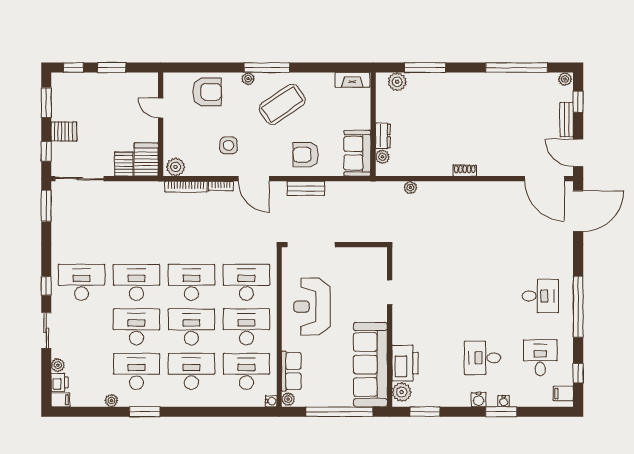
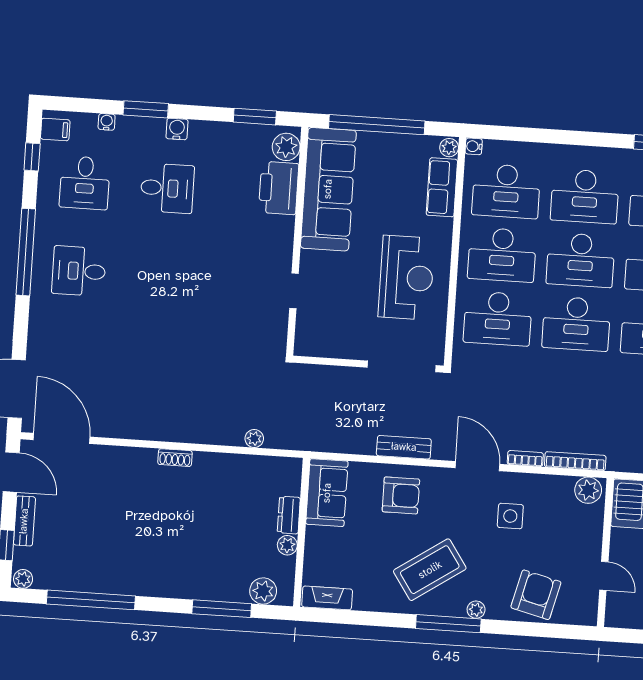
armchair: (207, 92) -> (536, 595), turned 104
plant: (382, 157) -> (287, 545), moved
water cooler: (504, 401) -> (107, 122), moved

